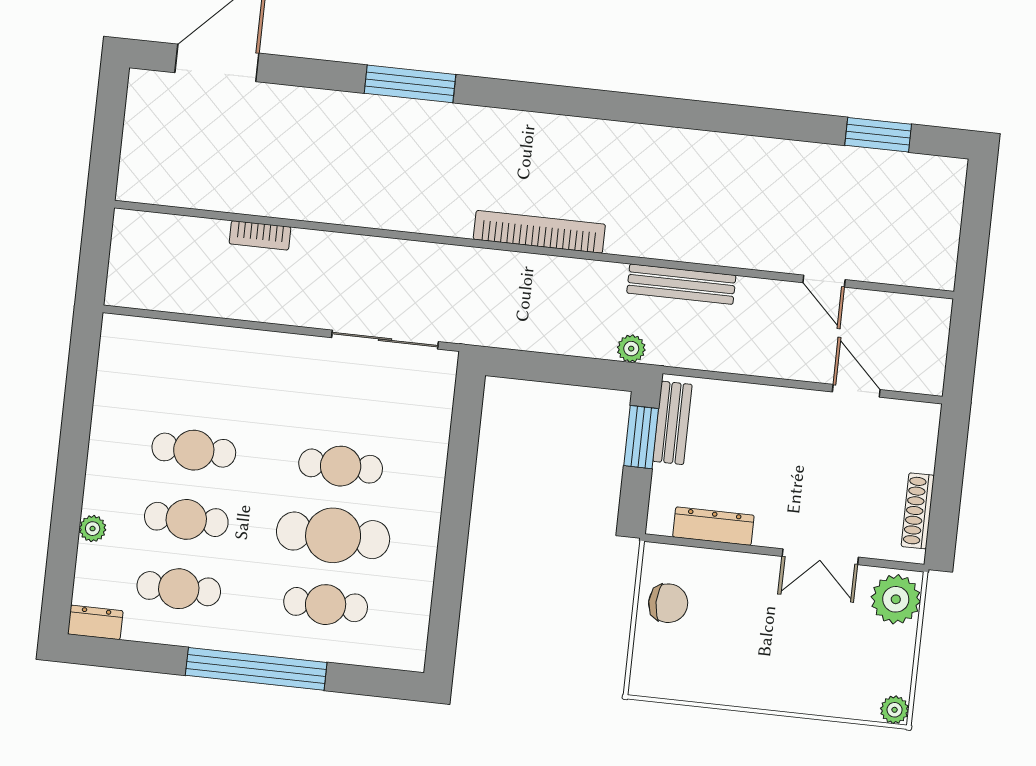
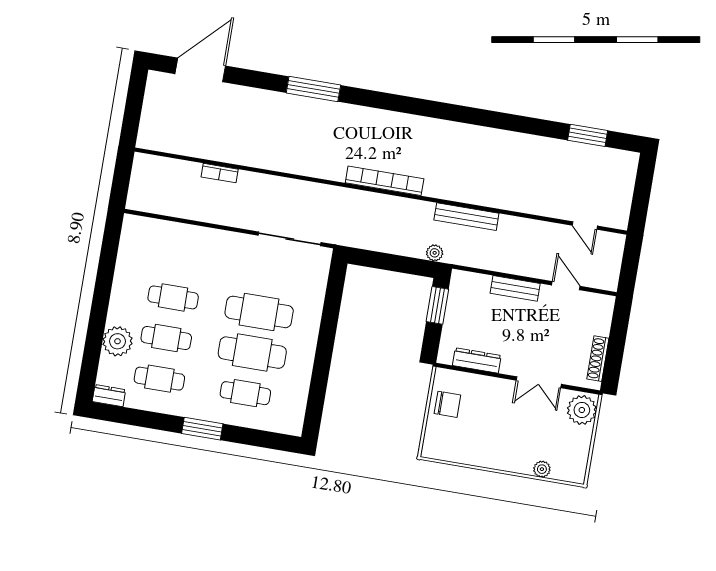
door: (824, 281) -> (585, 226), moved
bench: (672, 423) -> (515, 288), moved, turned 90
cafe table: (341, 466) -> (259, 312), width x1.37, depth x1.35
plant: (93, 529) -> (118, 341), width x1.88, depth x1.88
window: (256, 669) -> (202, 429), width x0.47
plant: (895, 710) -> (542, 469), moved

